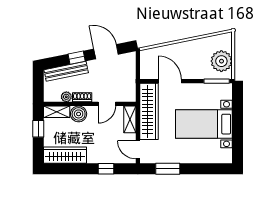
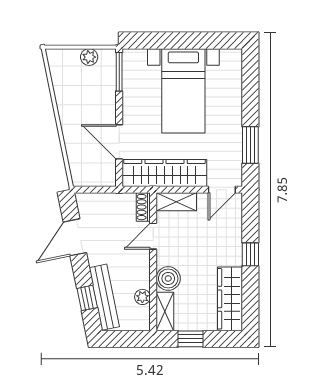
window: (77, 58) -> (87, 298), moved
plant: (221, 61) -> (89, 57), width x0.53, depth x0.53
door: (170, 81) -> (119, 142), hinge flipped
shoe rack: (82, 97) -> (143, 207), moved
door: (107, 104) -> (153, 236), swing flipped
window: (106, 169) -> (250, 254), moved

